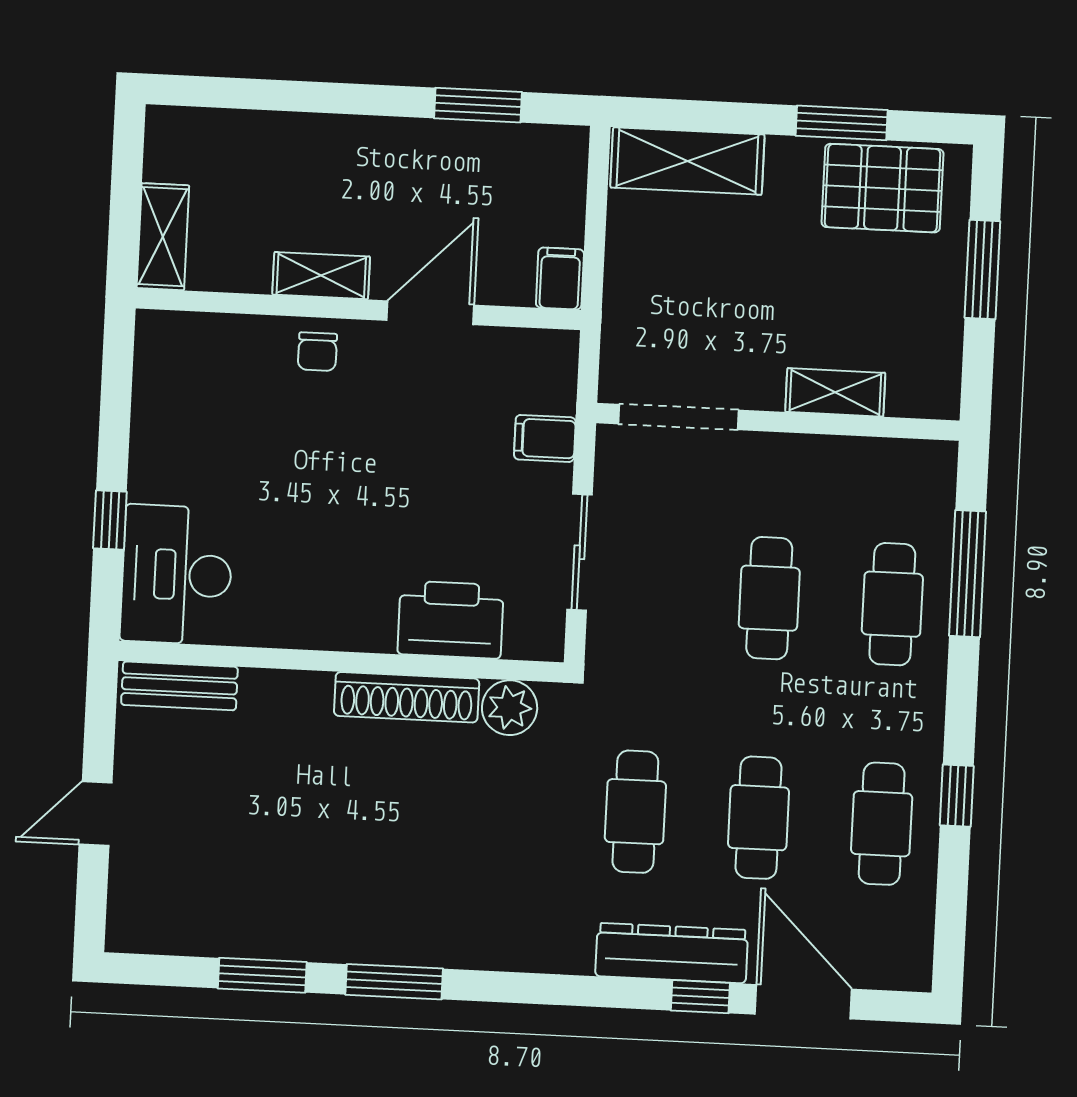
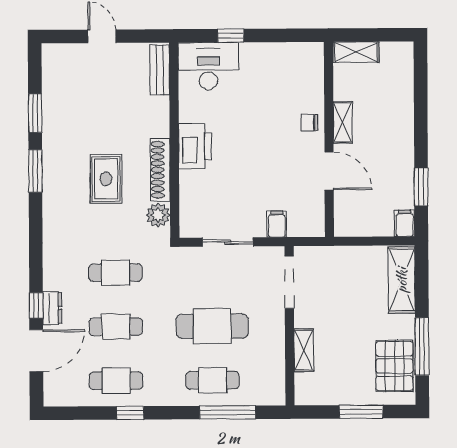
window: (842, 123) -> (422, 347), width x1.44
filing cabinet: (560, 279) -> (405, 223), moved, turned -90
cafe table: (769, 598) -> (212, 326), width x1.37, depth x1.35
printer: (451, 620) -> (195, 146), moved
rug: (421, 822) -> (106, 179), added
dresser: (672, 953) -> (52, 308), width x0.51, depth x0.80

